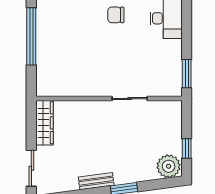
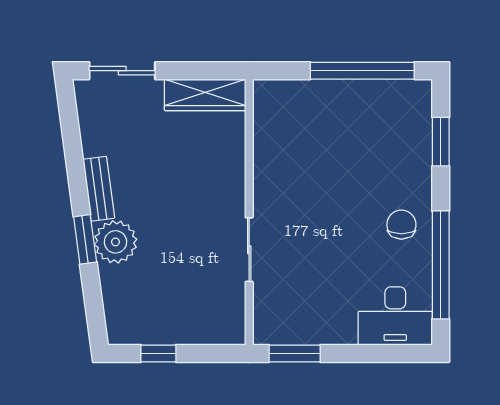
plant: (169, 166) -> (116, 242), moved

